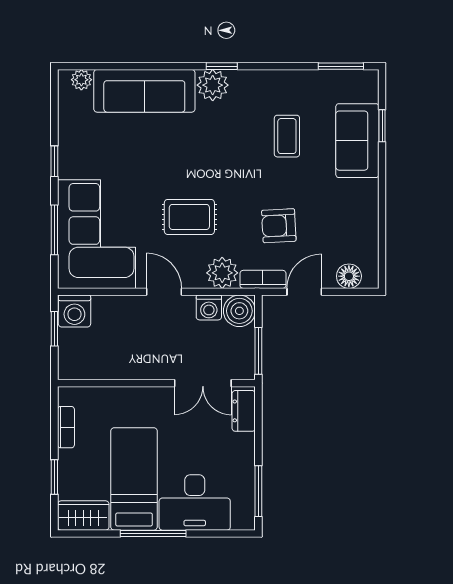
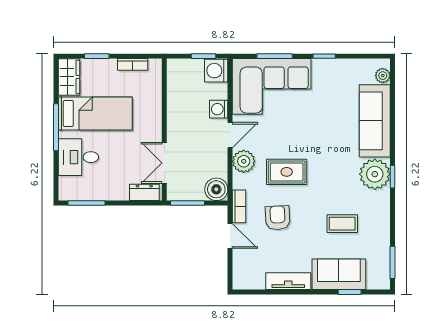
plant: (213, 85) -> (375, 174), width x1.36, depth x1.36
tv unit: (367, 211) -> (288, 281), added
rug: (189, 217) -> (287, 172), moved, turned 90
plant: (222, 273) -> (244, 161), moved
floor lamp: (349, 276) -> (241, 268), removed
washing machine: (209, 307) -> (219, 109), moved
desk: (195, 502) -> (78, 157), width x0.73

